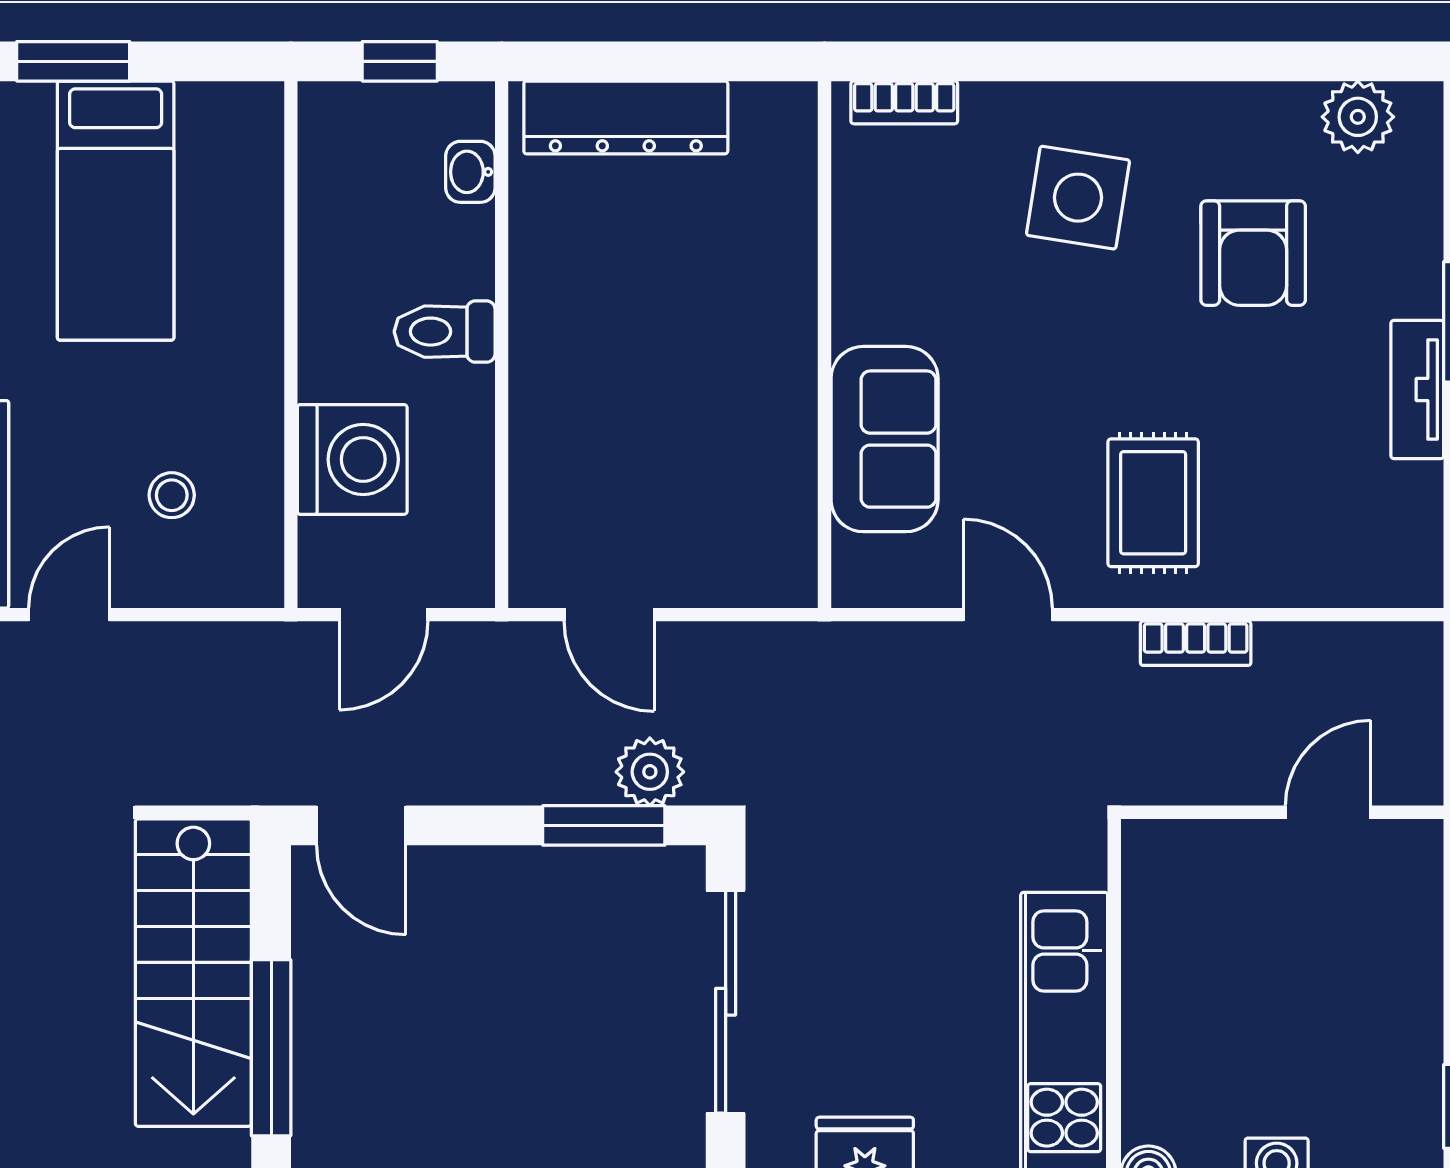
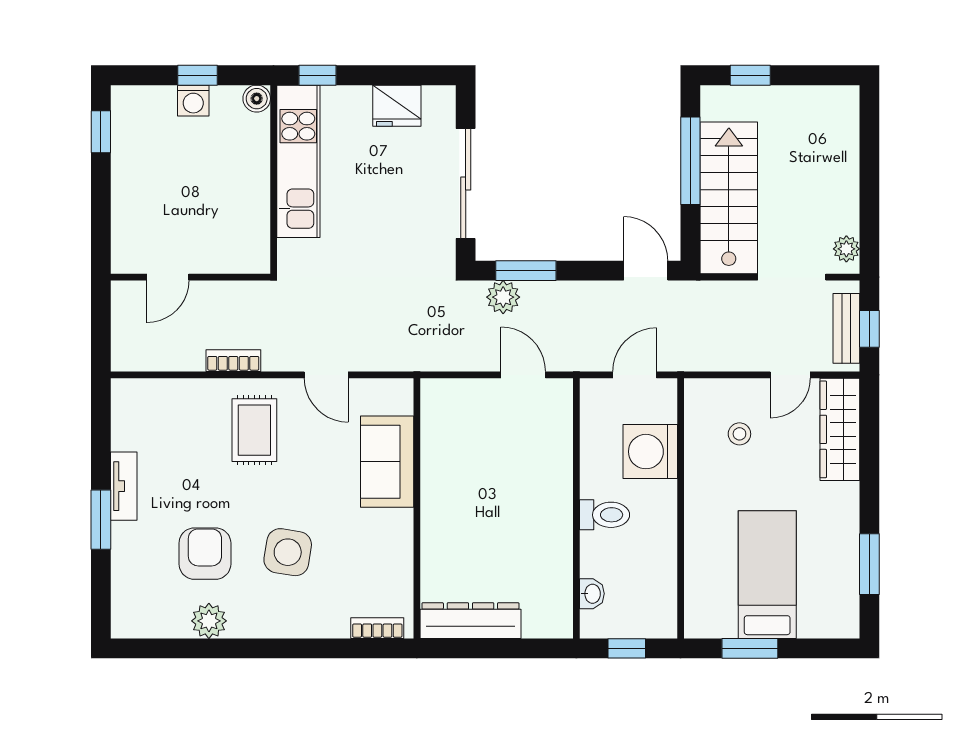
window: (73, 61) -> (750, 648), moved
dresser: (626, 117) -> (470, 621), moved
plant: (1358, 117) -> (209, 621), moved
side table: (1078, 198) -> (288, 552), moved

